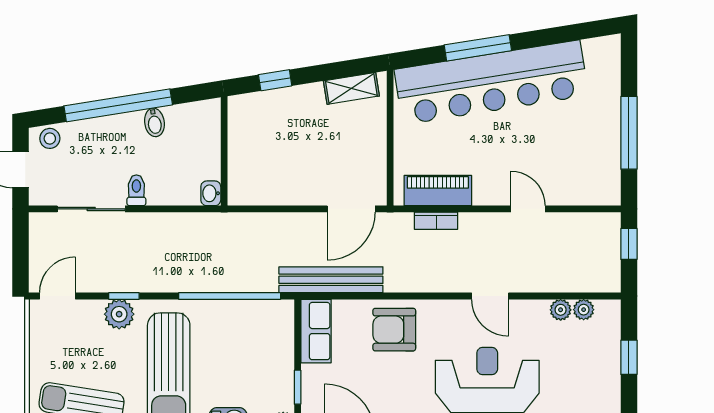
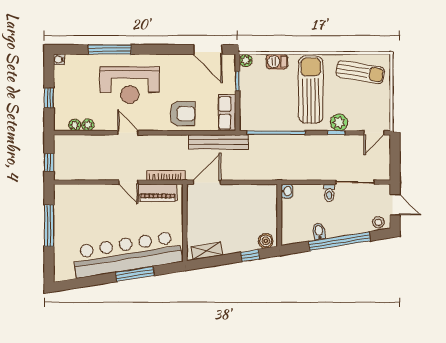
boiler: (248, 106) -> (266, 241), added
door: (528, 209) -> (128, 182), moved
bookcase: (436, 221) -> (166, 175), width x1.56

